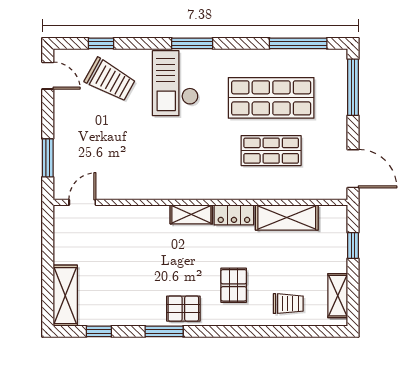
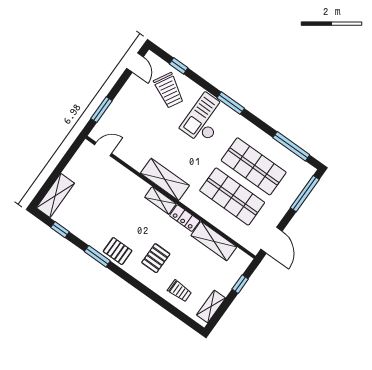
shop shelf: (271, 151) -> (232, 197), width x1.43, depth x1.36
shelving: (179, 186) -> (165, 179), added

